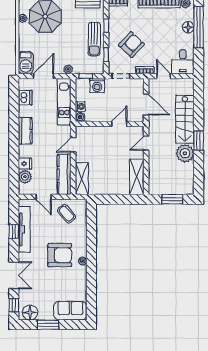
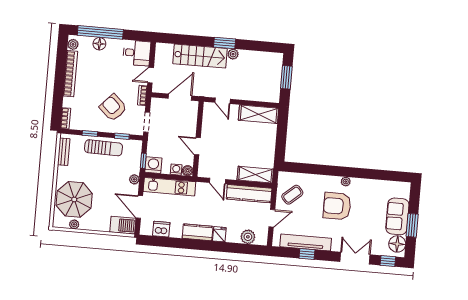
washing machine: (97, 85) -> (153, 165), moved, turned -90
door: (119, 124) -> (197, 146), moved
plant: (185, 153) -> (233, 54), width x0.53, depth x0.53
fridge: (25, 164) -> (219, 234), moved
armchair: (60, 255) -> (337, 206), turned -90
sofa: (70, 311) -> (397, 216), moved

